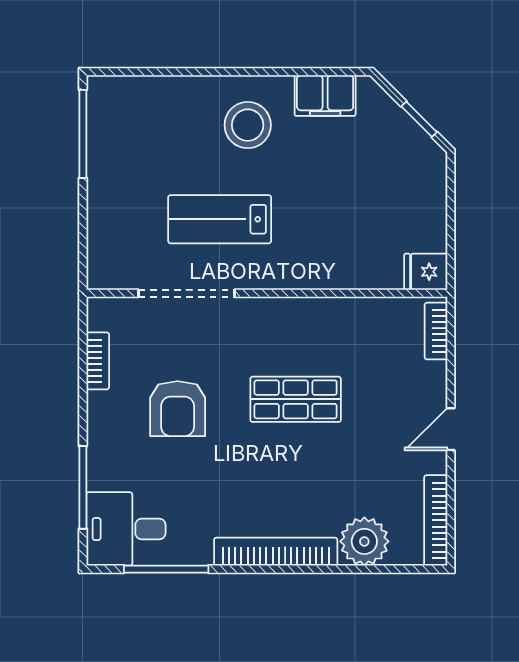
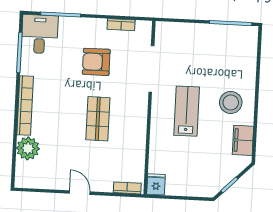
lab bench: (220, 219) -> (187, 111), moved
bookcase: (436, 520) -> (36, 183), removed

